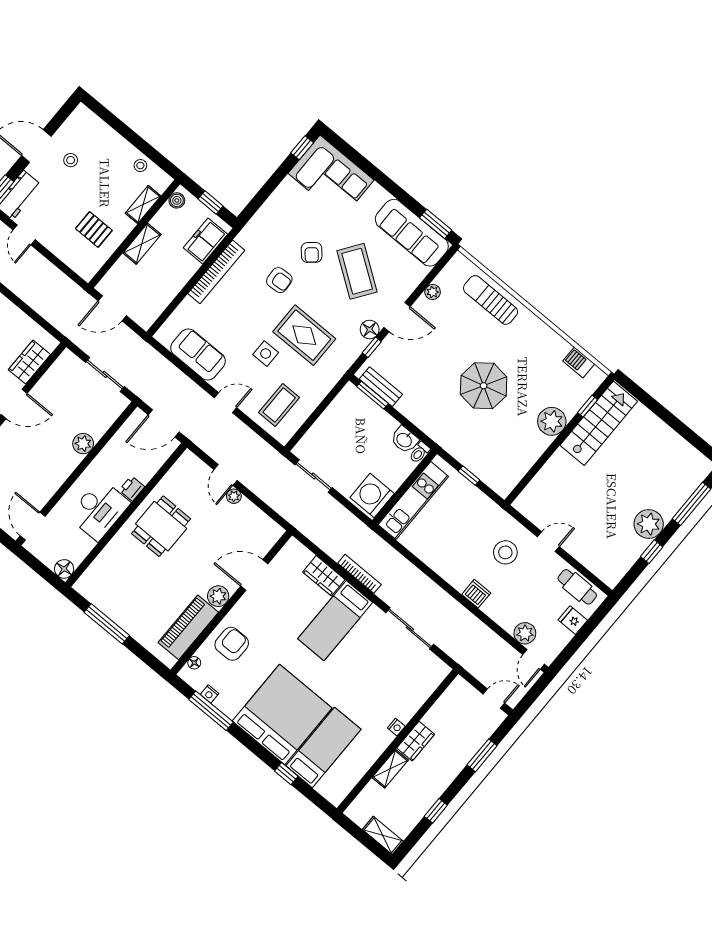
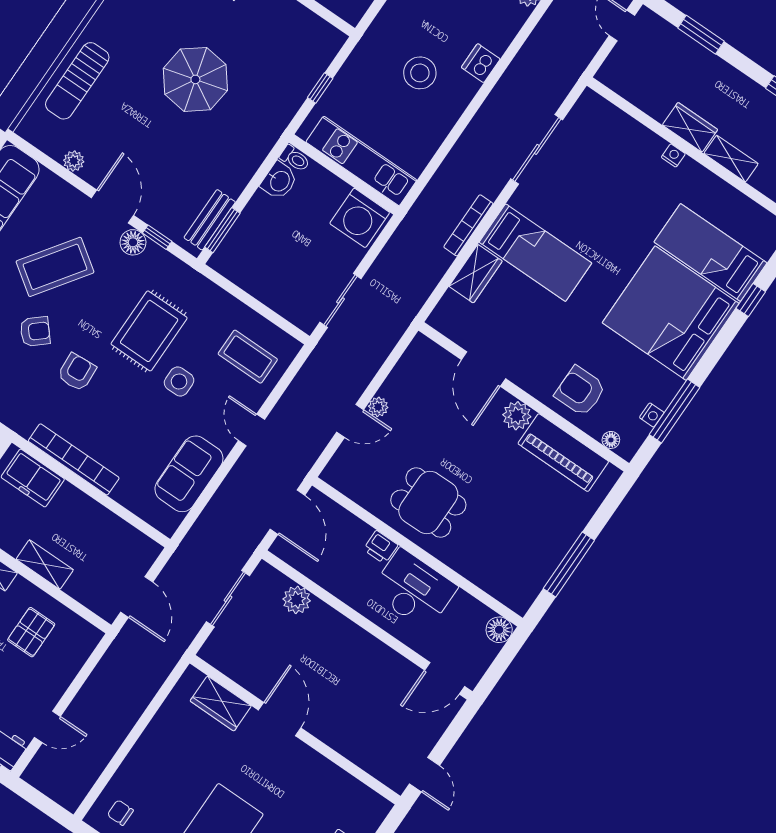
plant: (83, 444) -> (297, 600), moved
stool: (505, 552) -> (420, 73), moved

